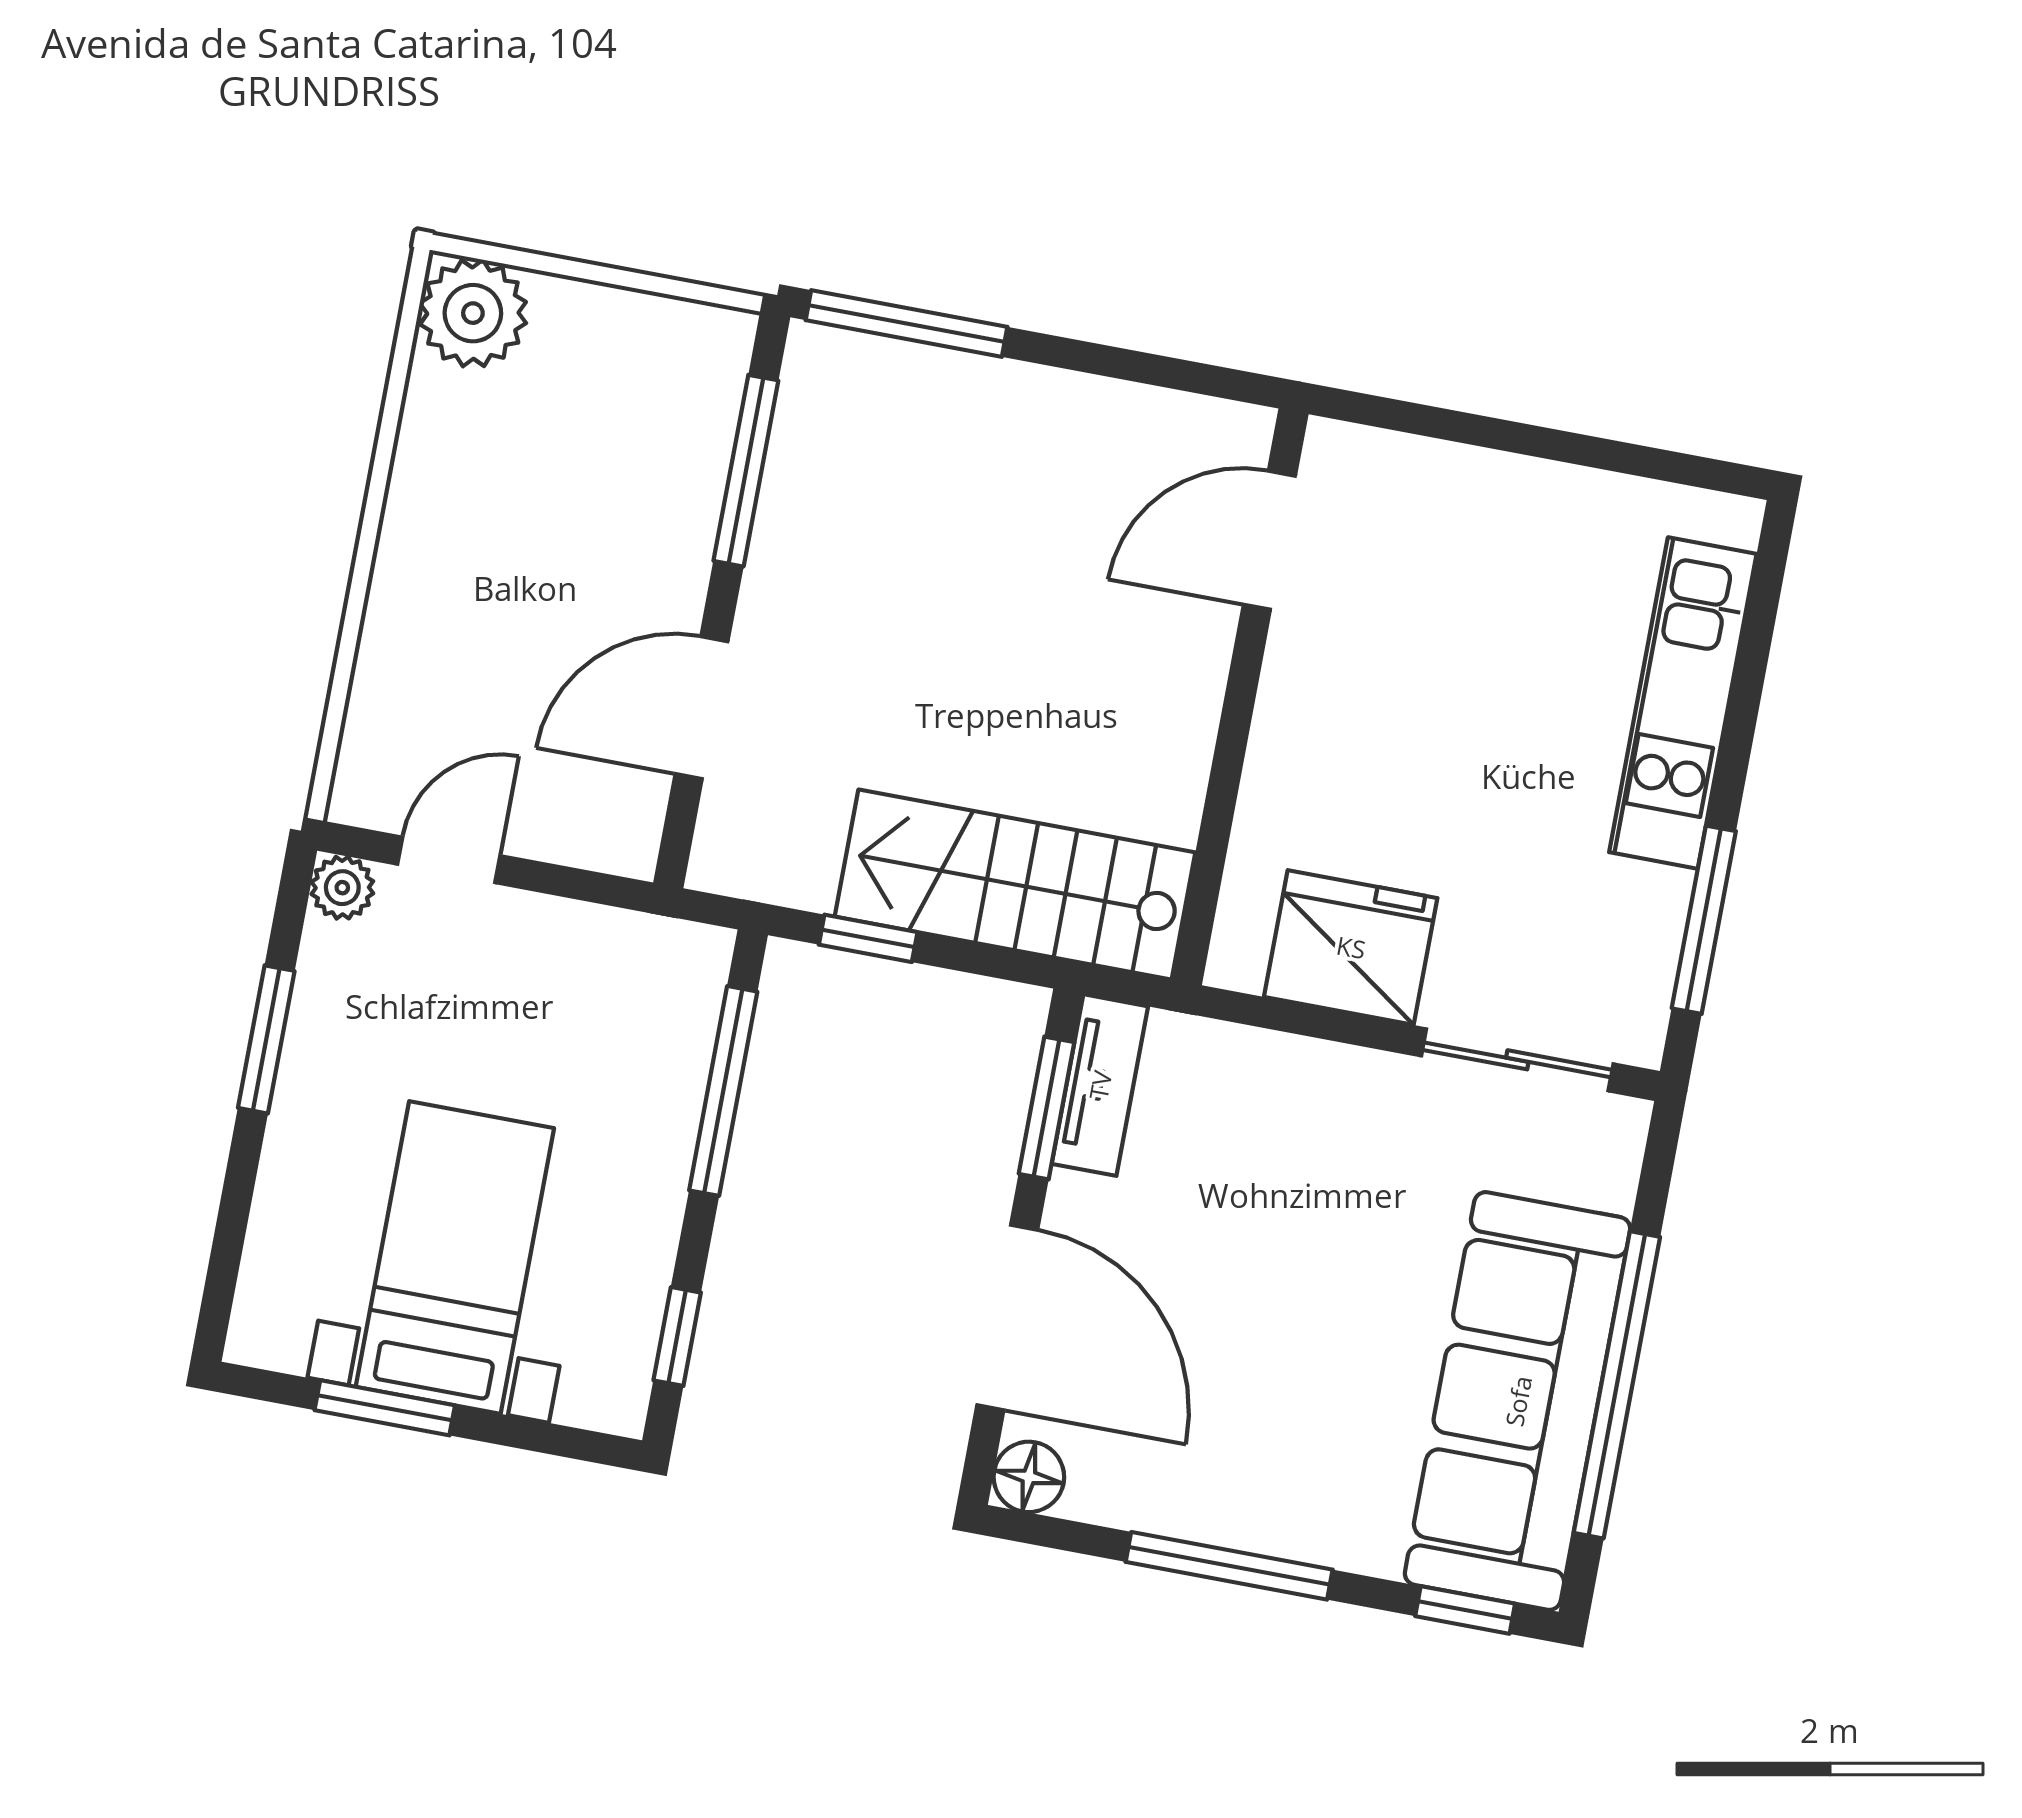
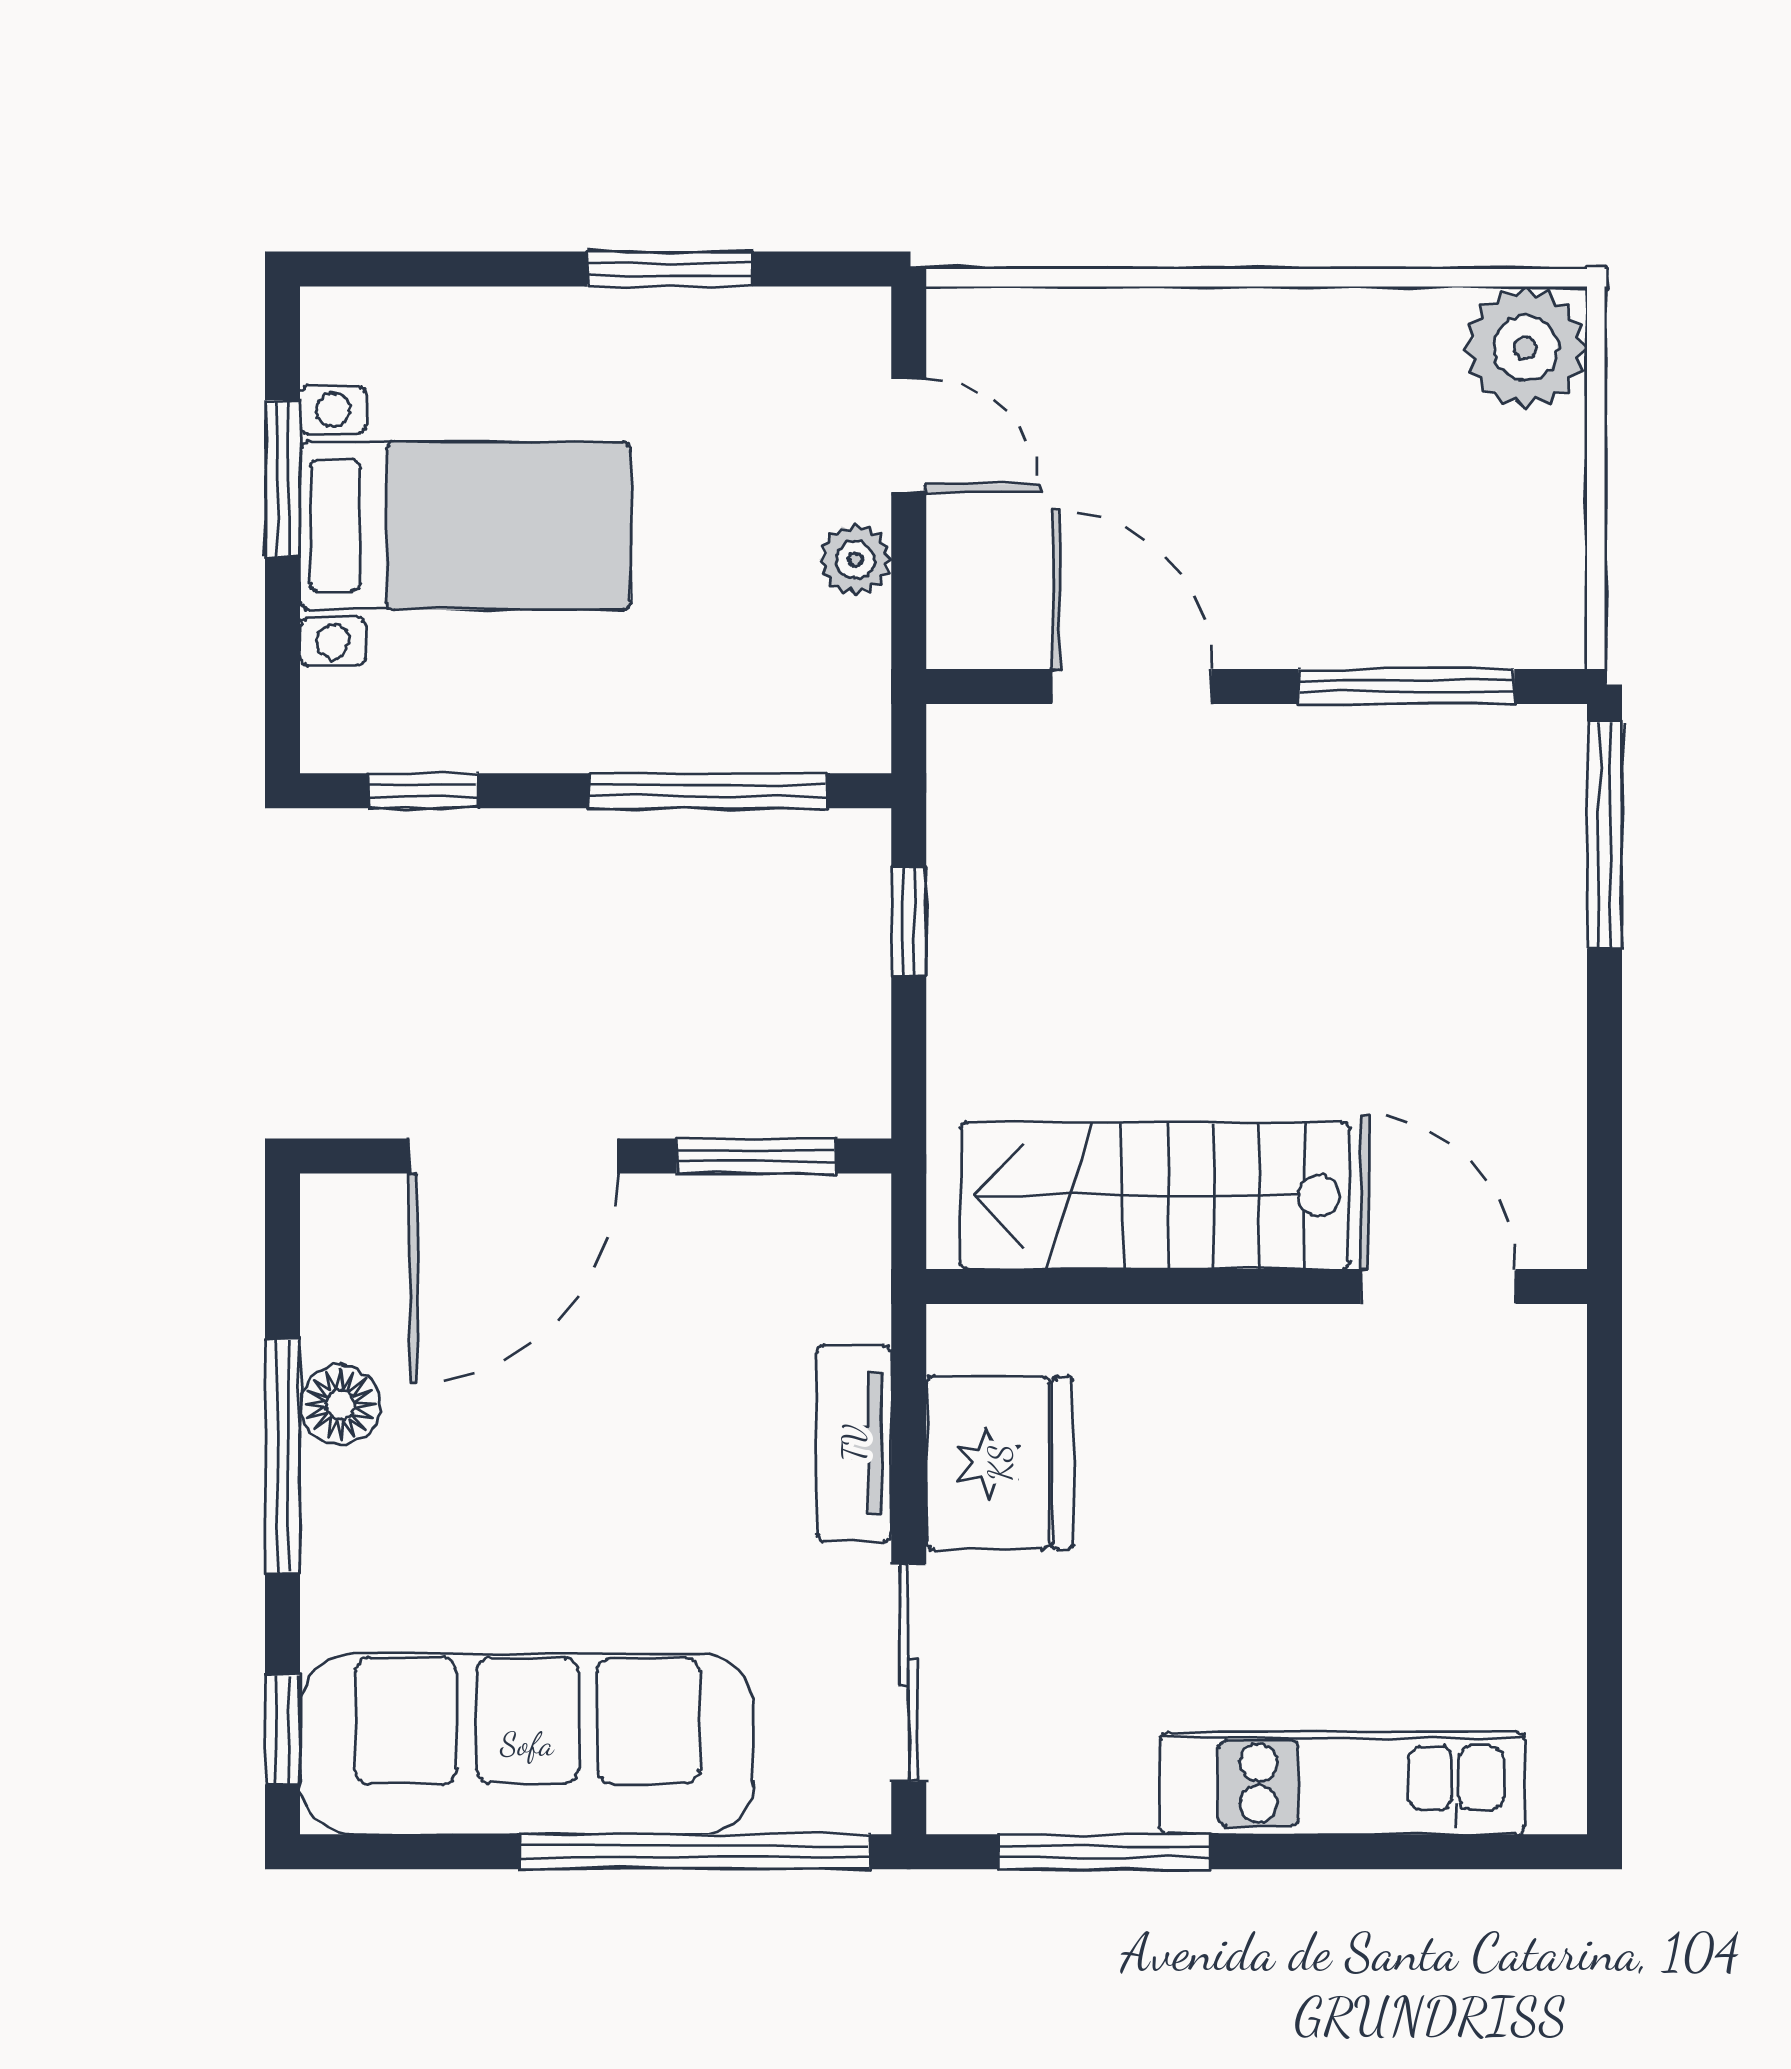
stairs: (1015, 885) -> (1155, 1196), moved, turned -90
plant: (342, 888) -> (855, 560), moved
tv unit: (1100, 1085) -> (854, 1443), moved, turned 90
window: (1617, 1385) -> (695, 1852), moved
floor lamp: (1029, 1477) -> (340, 1405), moved

